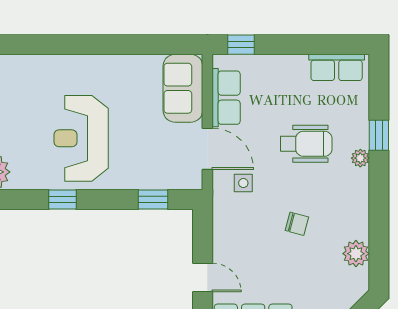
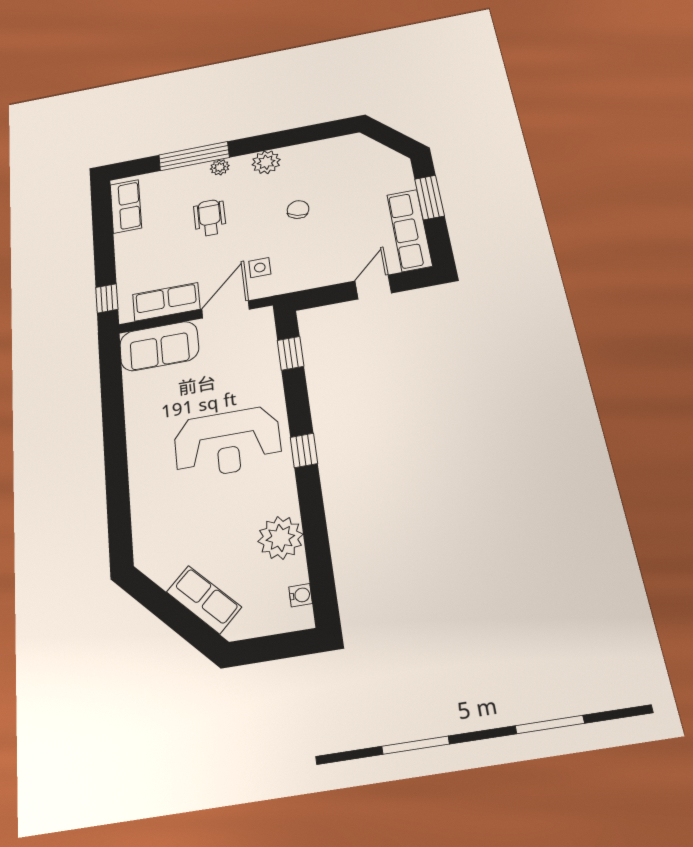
window: (379, 135) -> (194, 156), width x2.17
wheelchair: (306, 144) -> (210, 218), width x0.73, depth x0.73
plant: (356, 254) -> (266, 162), moved

